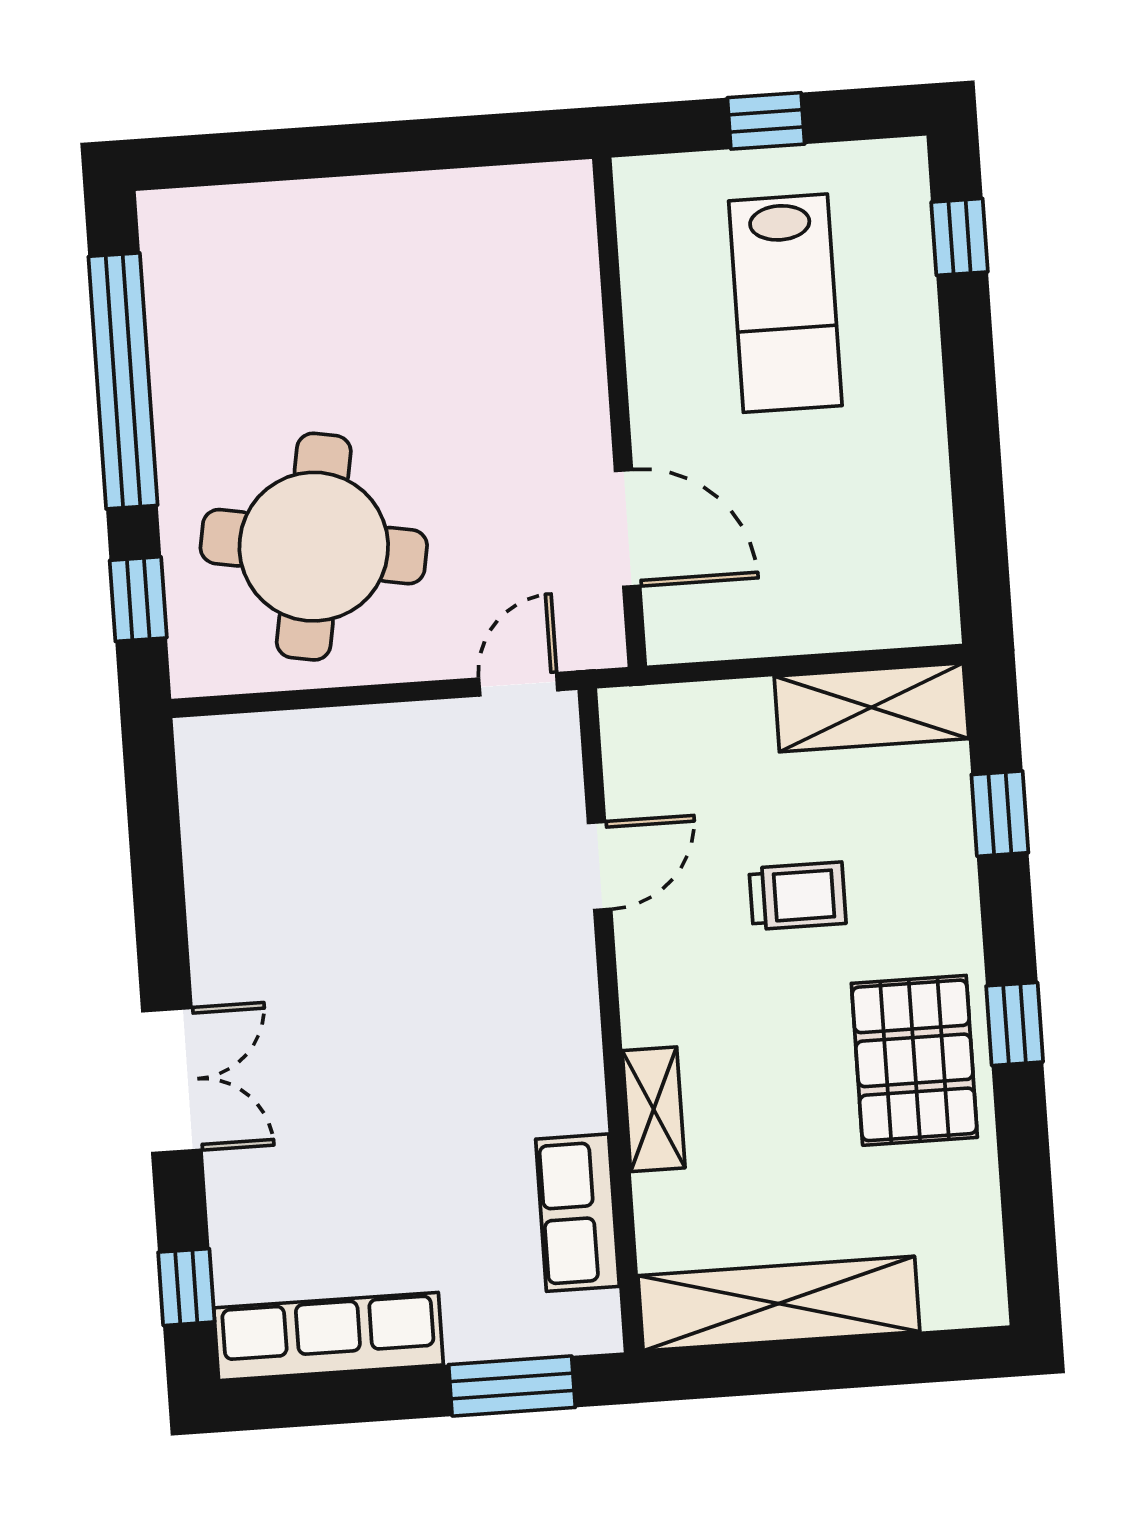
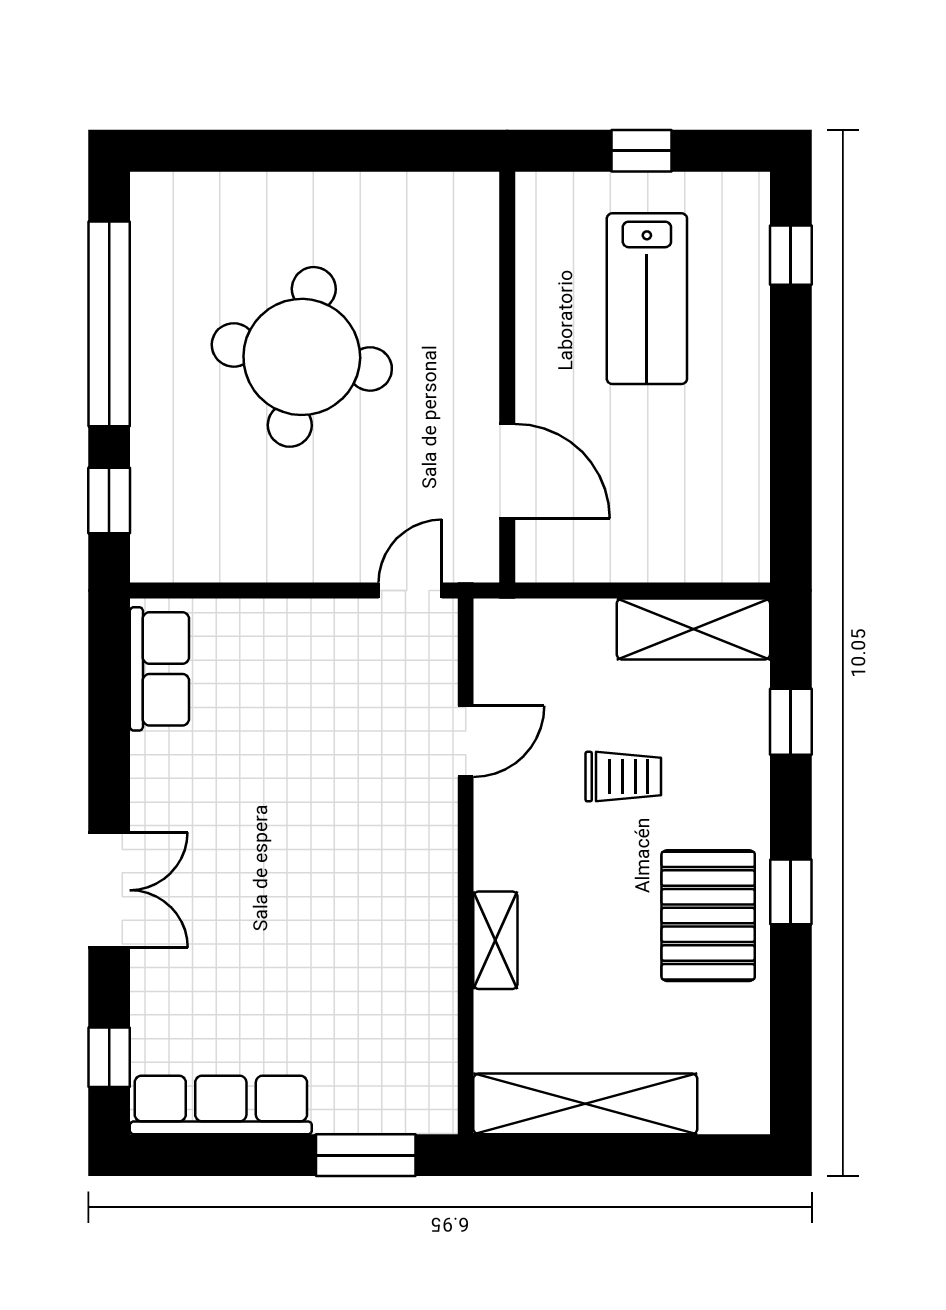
round table: (314, 547) -> (302, 357), moved
row of seats: (578, 1213) -> (159, 669), moved, turned 180

